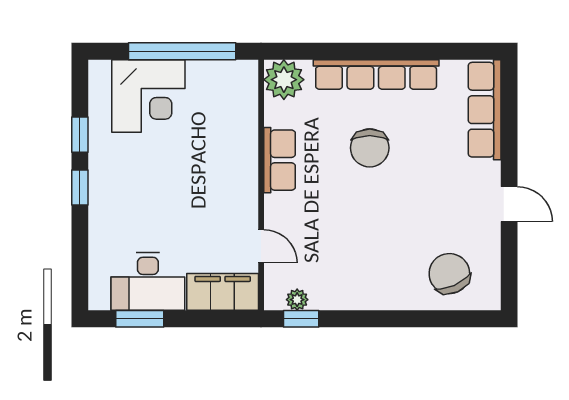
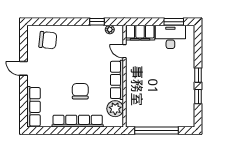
plant: (284, 80) -> (115, 109), moved
corner desk: (148, 96) -> (170, 112), removed
row of seats: (280, 160) -> (117, 80), width x1.48
chair: (449, 274) -> (48, 40), turned -60
window: (301, 319) -> (97, 22), moved

